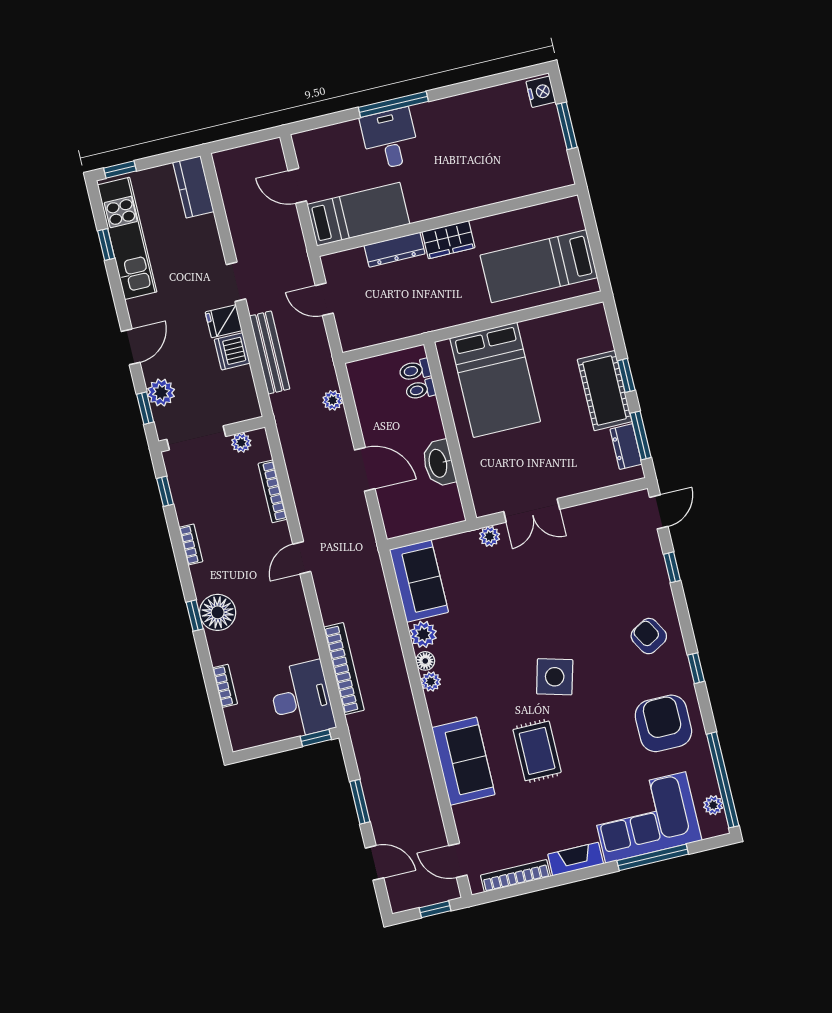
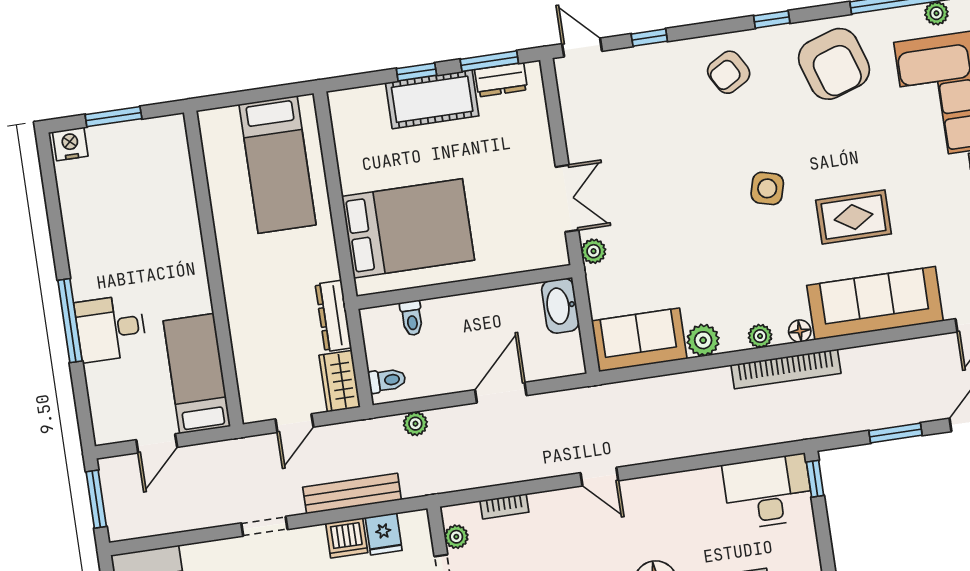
window: (246, 139) -> (96, 499), added
wardrobe: (448, 240) -> (340, 381), moved, turned 180
dresser: (395, 250) -> (333, 316), moved, turned 180
fridge: (224, 321) -> (384, 534), moved
toilet: (415, 370) -> (387, 380), moved, turned -90
washbasin: (439, 463) -> (560, 306), moved, turned 90
bookcase: (273, 491) -> (504, 506), width x0.64
floor lamp: (425, 661) -> (800, 331), moved
bookcase: (344, 669) -> (786, 369), moved, turned 180
side table: (555, 677) -> (767, 188), width x0.73, depth x0.73
armchair: (663, 723) -> (834, 64), turned -108
sofa: (463, 761) -> (875, 303), width x1.36

